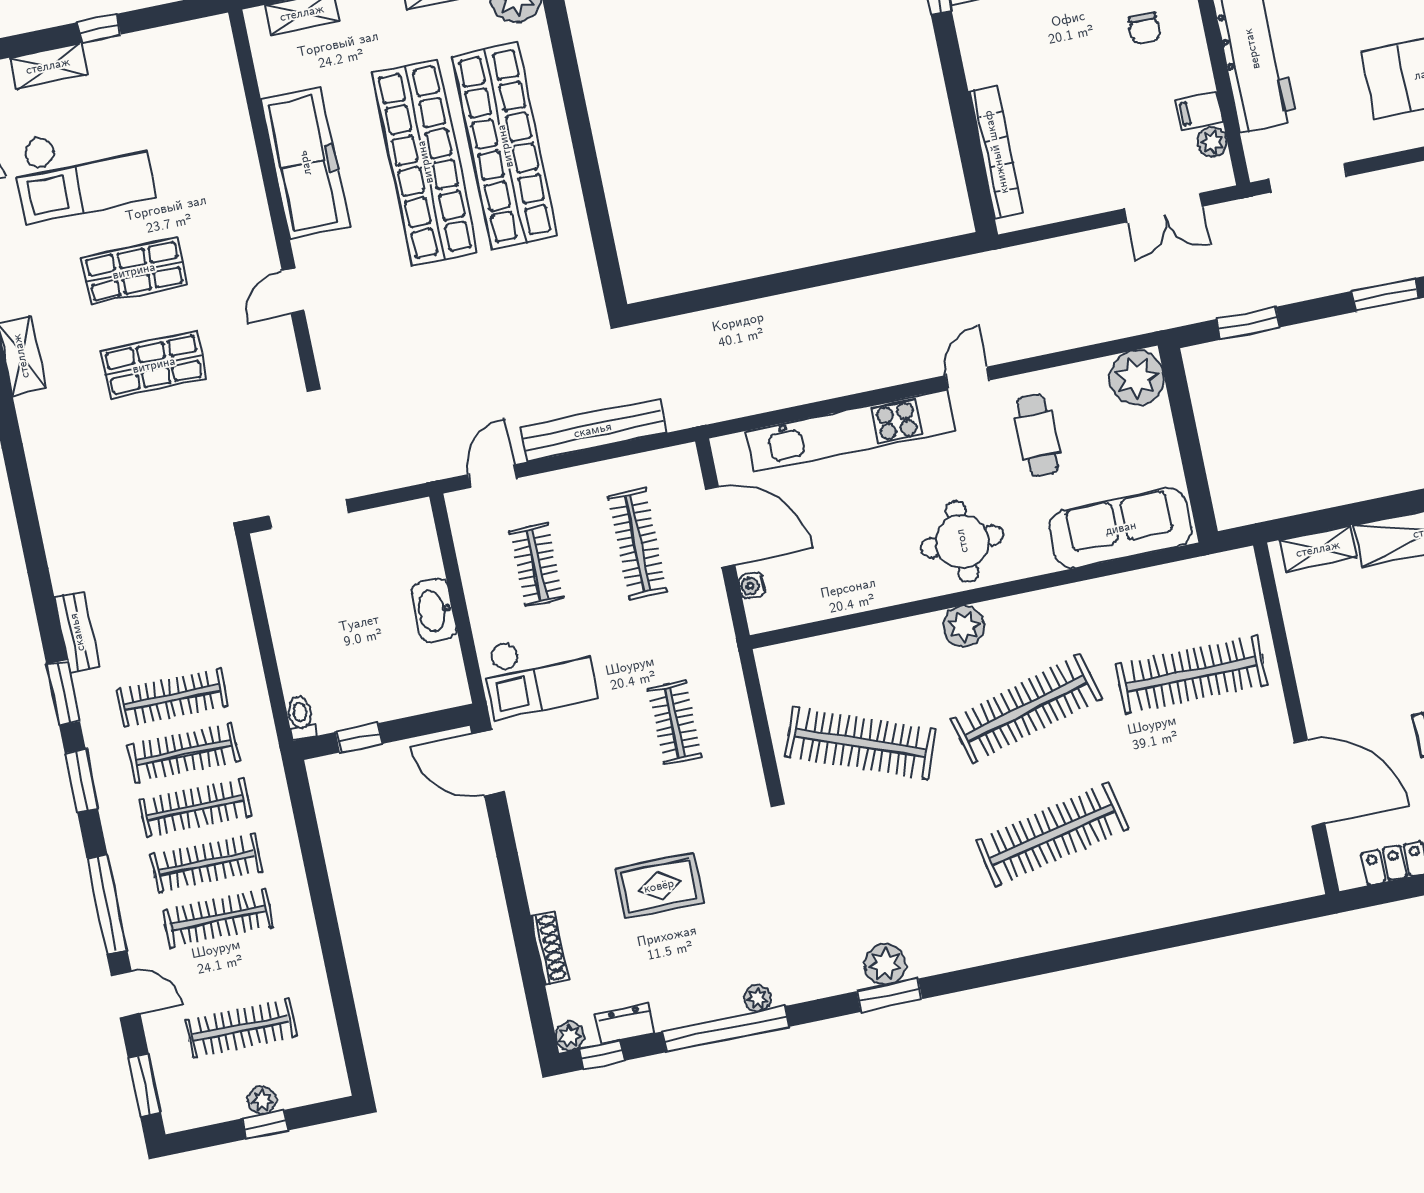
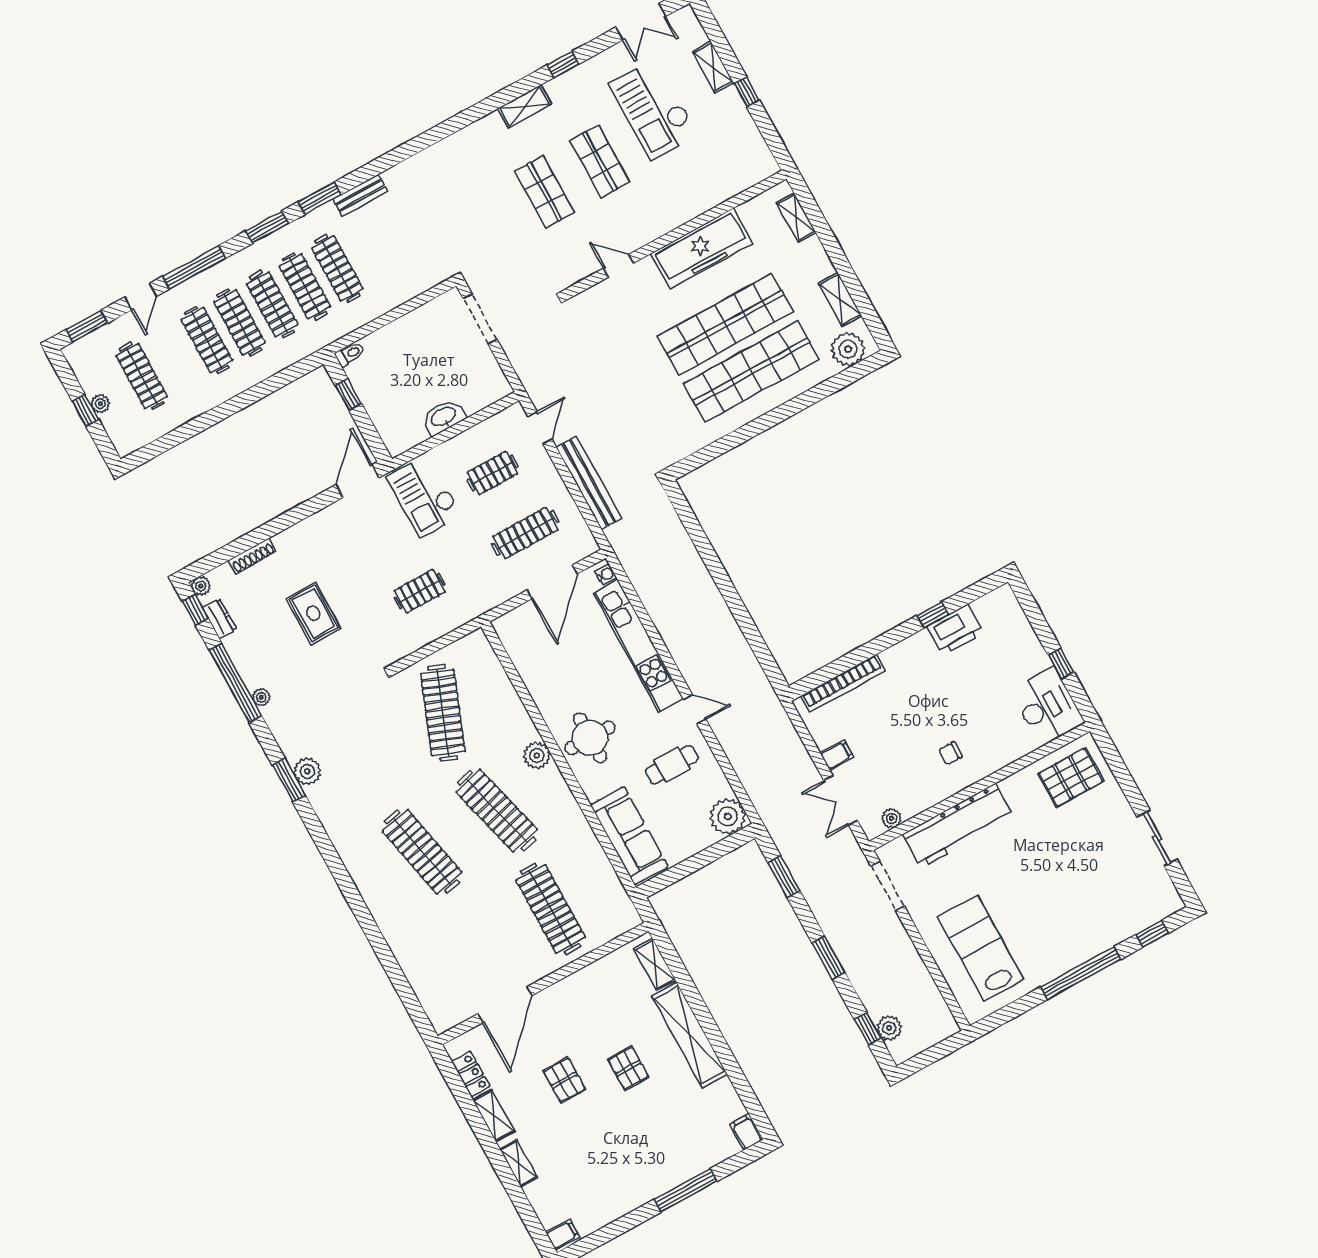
filing cabinet: (1200, 111) -> (837, 755), moved, turned 90
door: (492, 476) -> (540, 428), hinge flipped
water cooler: (752, 586) -> (606, 574), moved, turned 90

